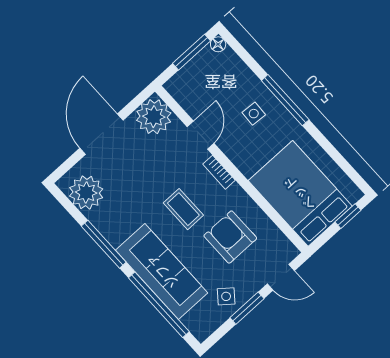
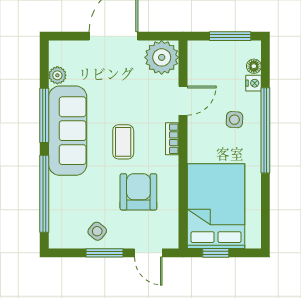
floor lamp: (218, 44) -> (254, 66), moved
nightstand: (243, 72) -> (253, 83), added
window: (285, 100) -> (265, 130), width x1.46
plant: (86, 193) -> (57, 75), width x0.53, depth x0.53
window: (348, 216) -> (216, 253), moved
sofa: (162, 271) -> (68, 131), moved

